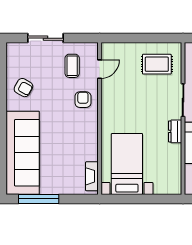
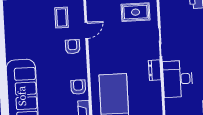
door: (100, 69) -> (86, 30), moved
armchair: (23, 88) -> (78, 87), moved, turned -119

